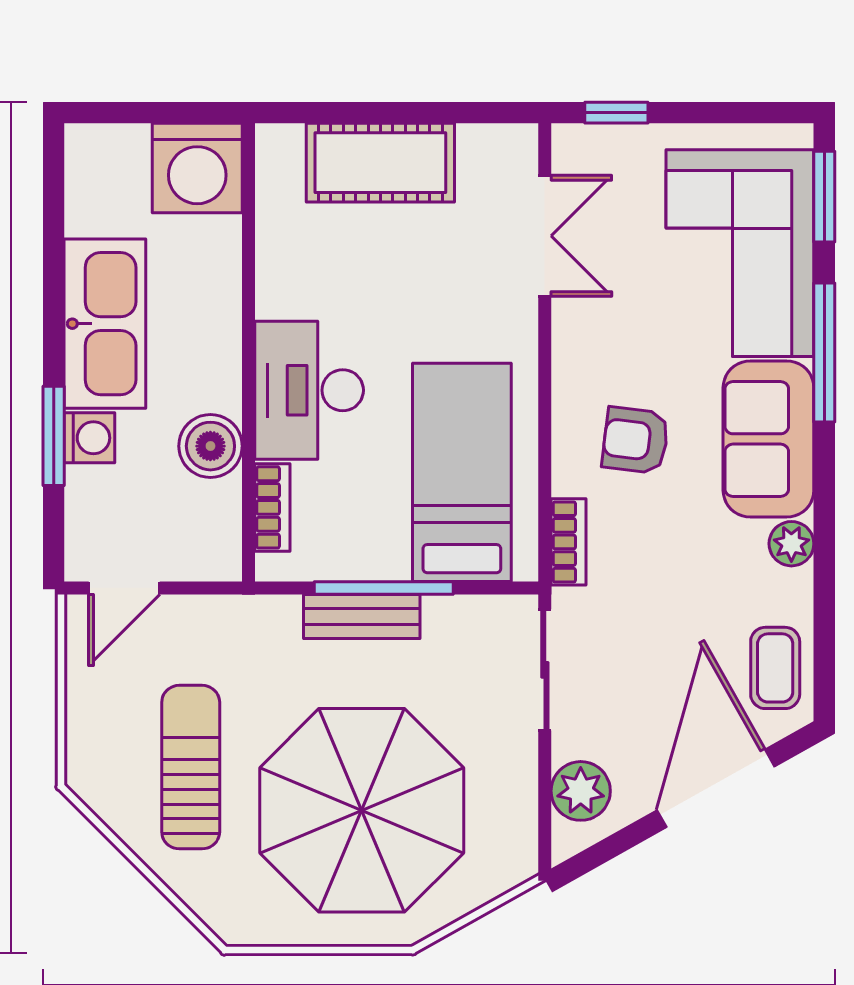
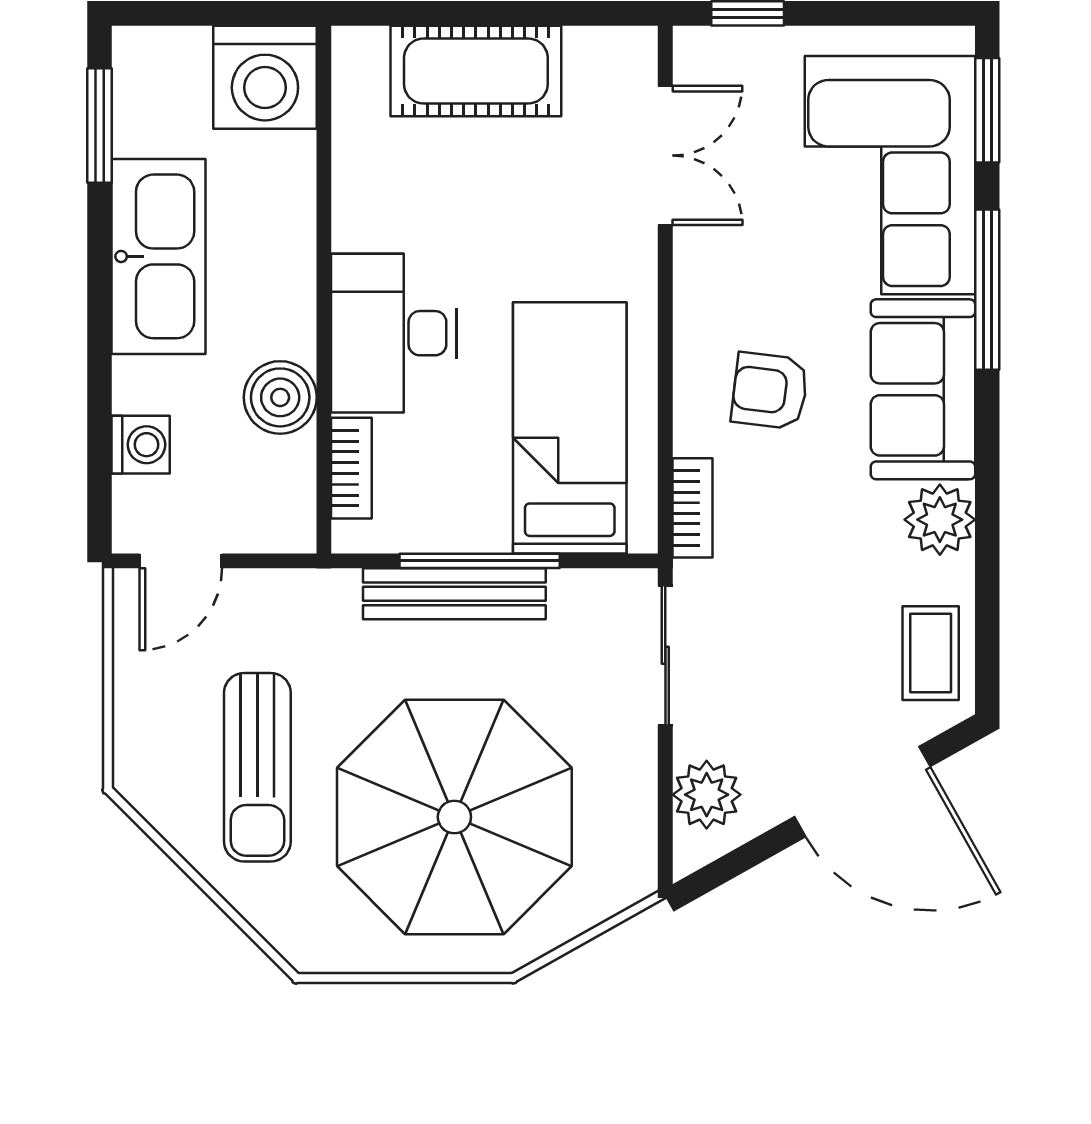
window: (54, 436) -> (99, 125), moved
washing machine: (89, 438) -> (141, 445), moved
plant: (791, 544) -> (940, 520), width x1.38, depth x1.38
bench: (362, 617) -> (454, 594), width x1.36
sun lounger: (191, 767) -> (257, 767), turned 180
door: (716, 788) -> (862, 792), swing flipped

